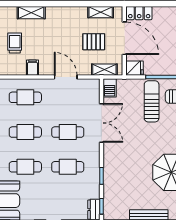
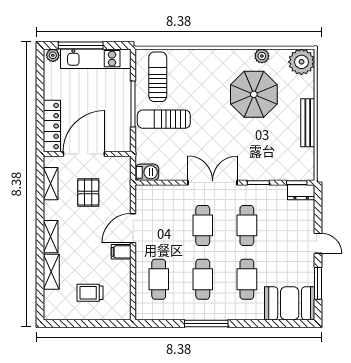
locker: (139, 13) -> (52, 126), width x1.53
filing cabinet: (32, 68) -> (121, 252), moved
fridge: (134, 68) -> (122, 141), removed
shelving: (104, 70) -> (51, 237), moved
double door: (101, 123) -> (213, 183), moved

